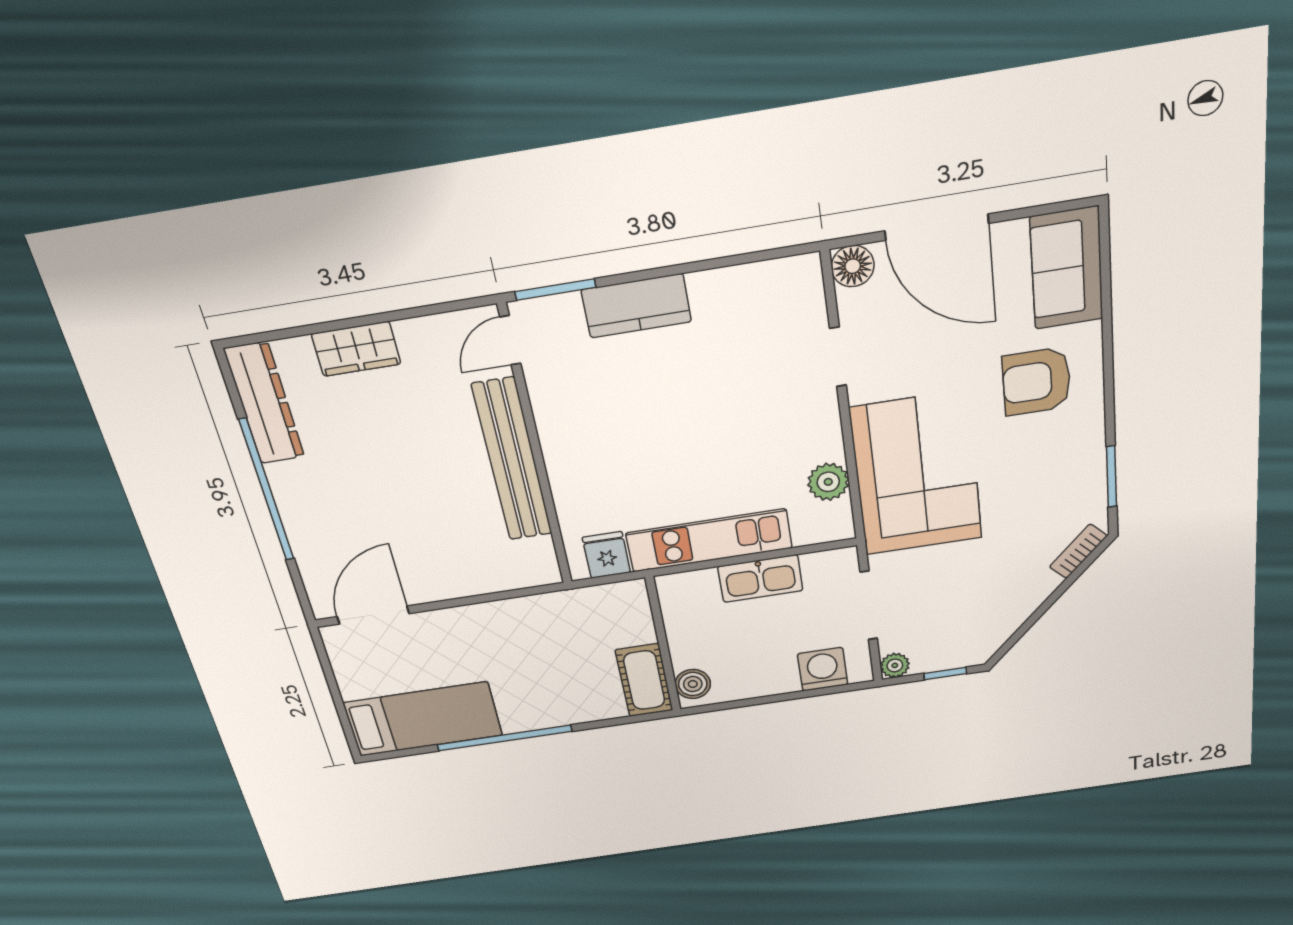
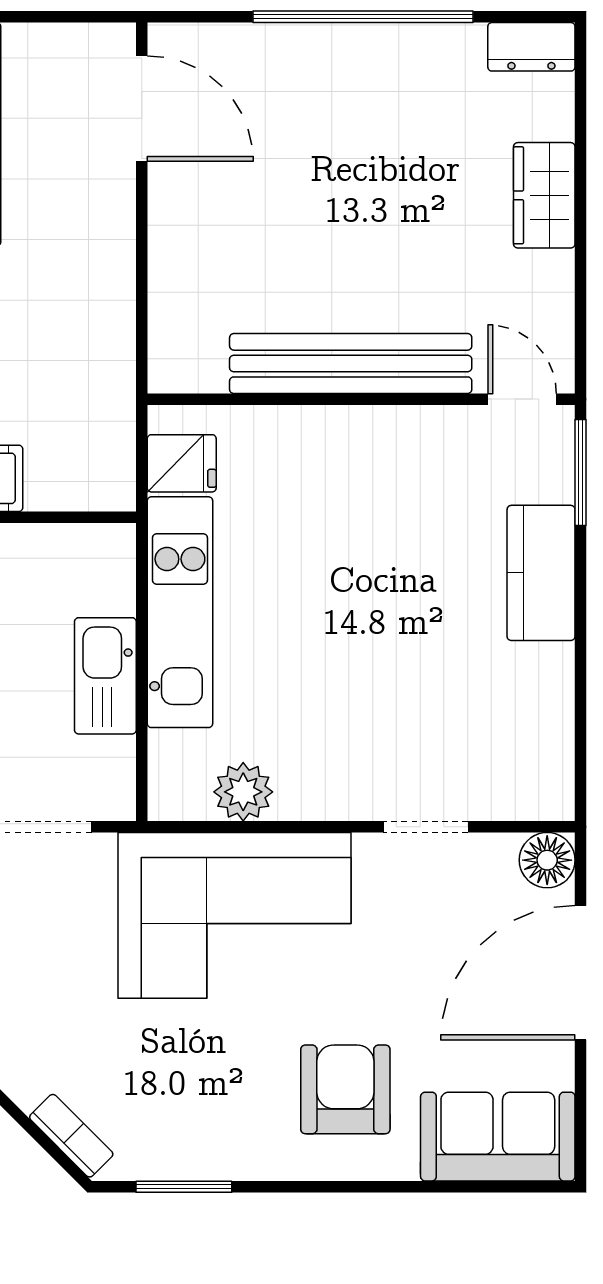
dresser: (264, 403) -> (531, 47), width x0.51, depth x0.80

